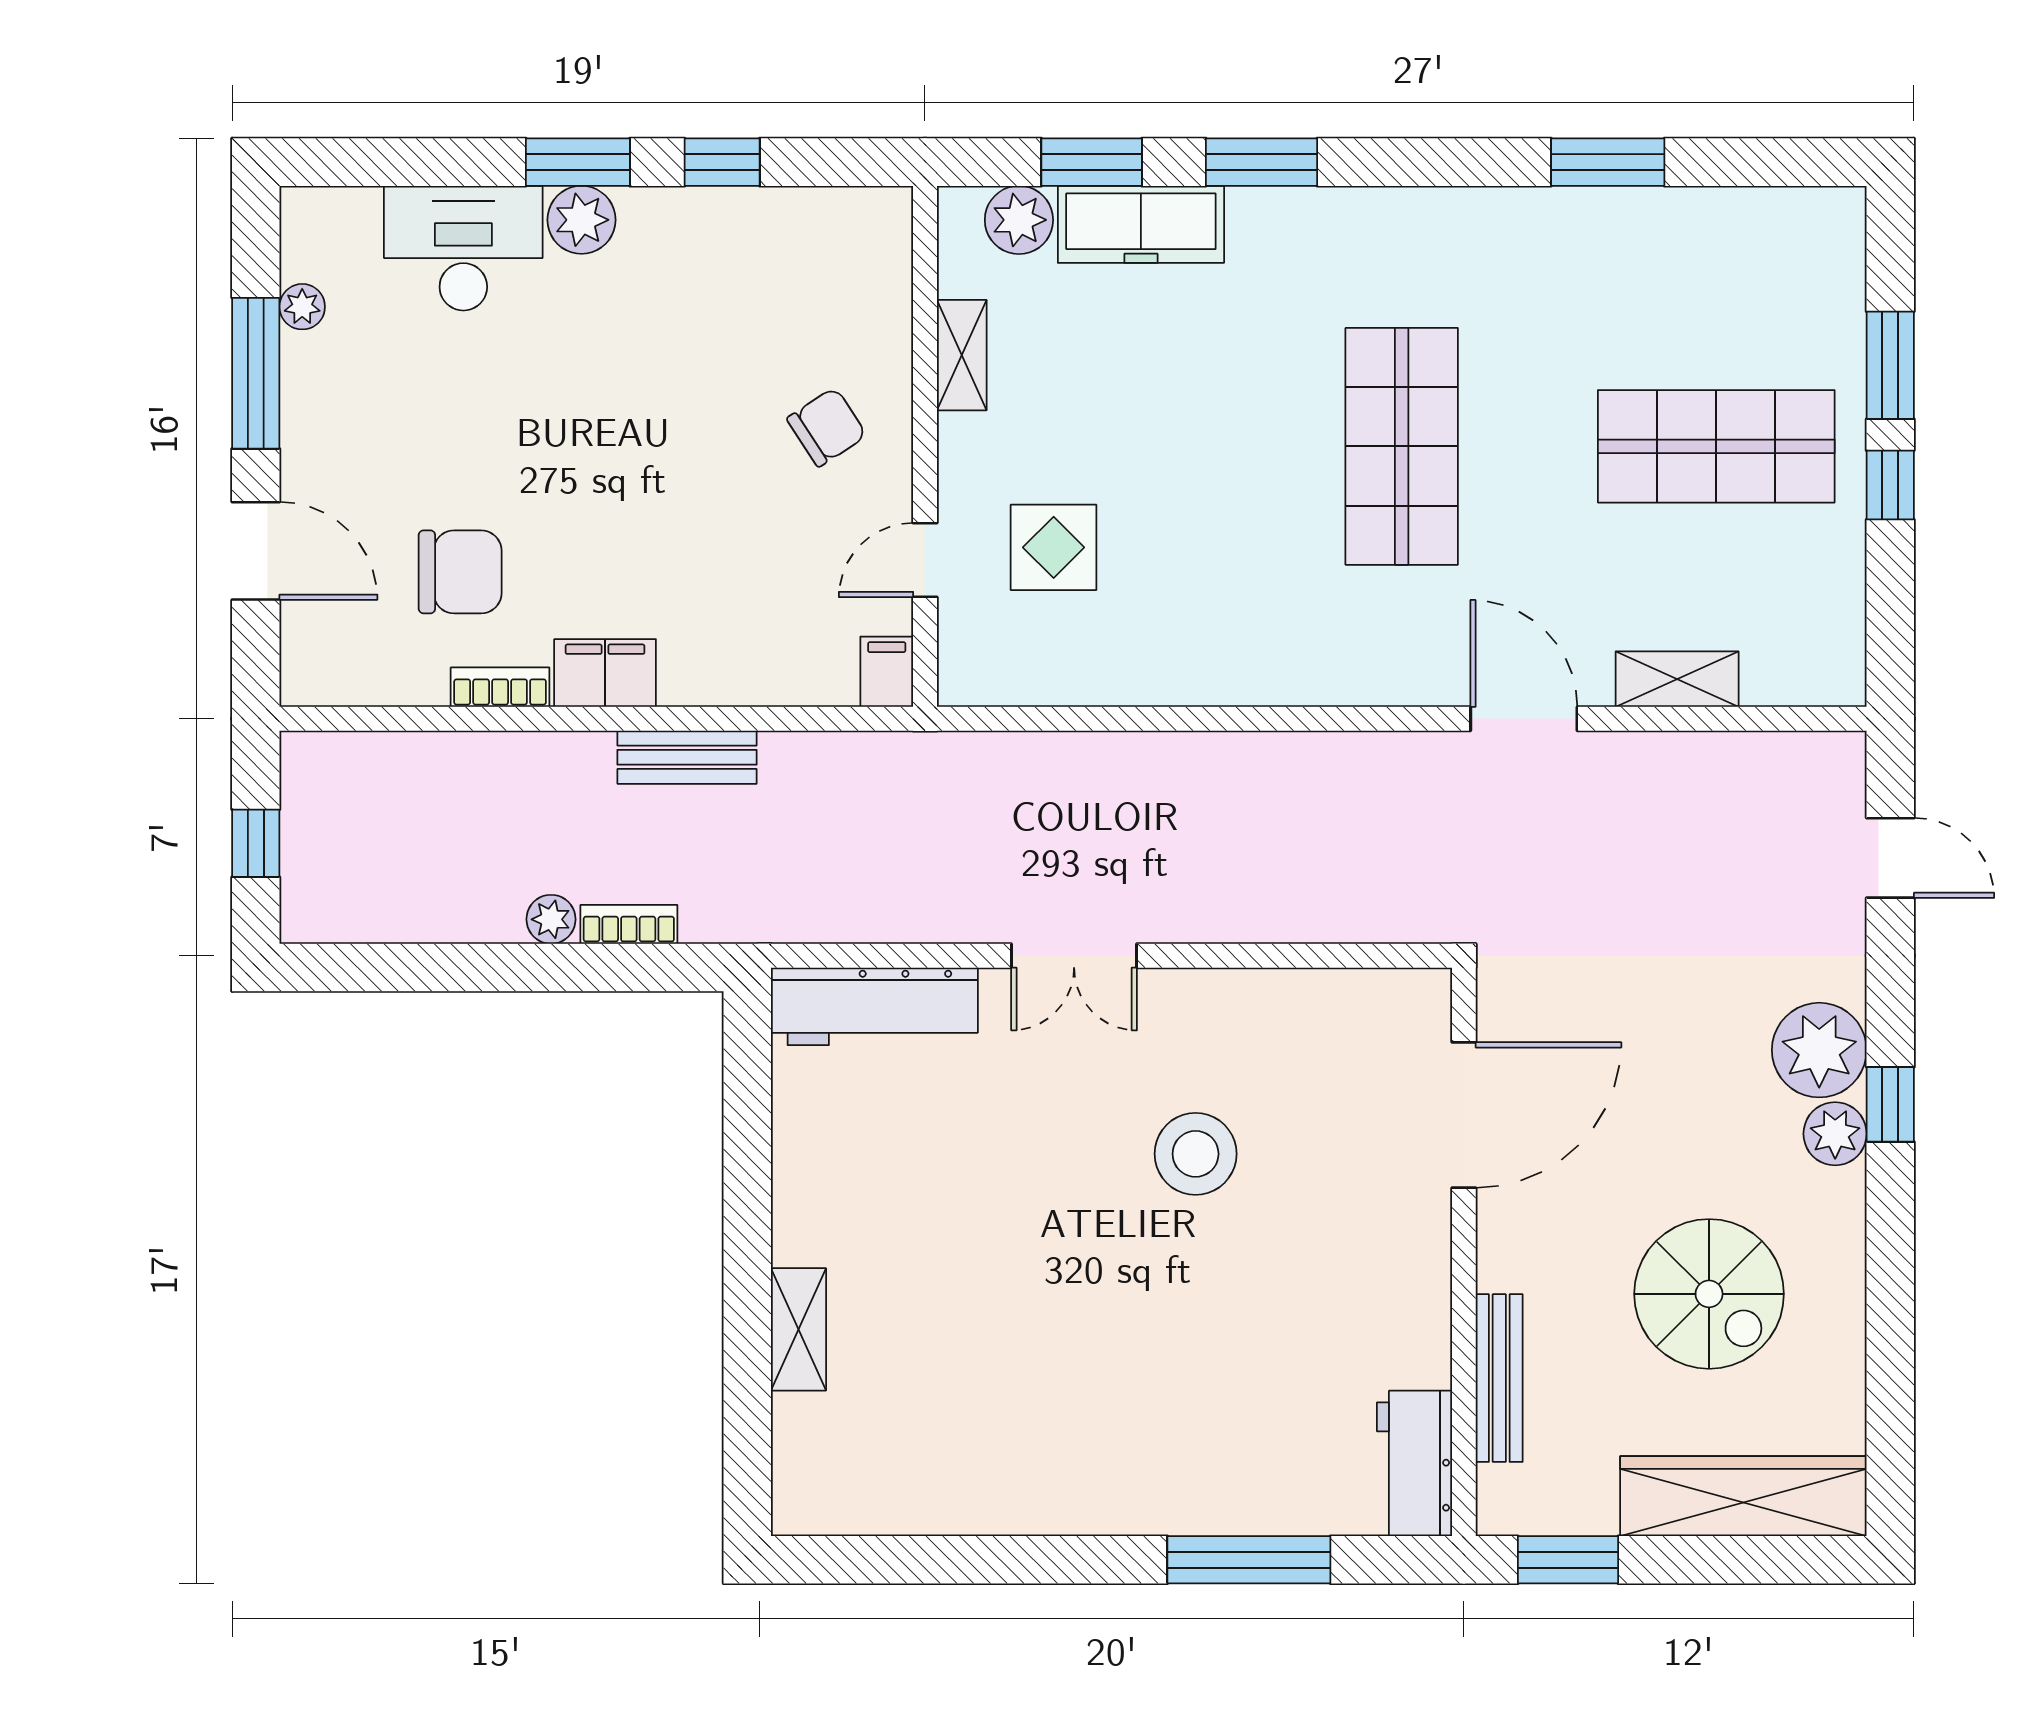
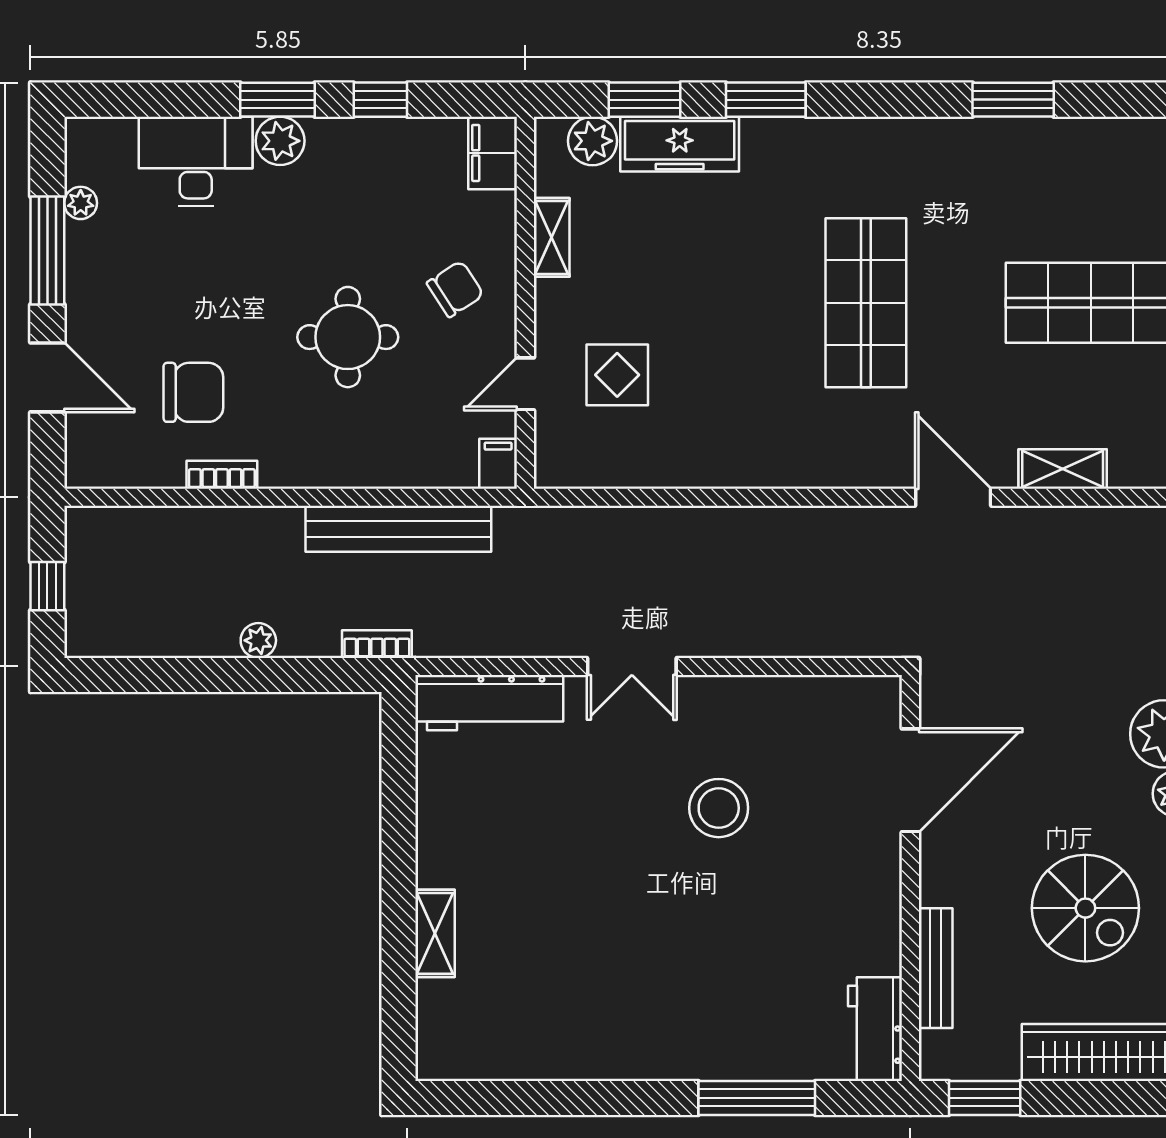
round table: (676, 494) -> (348, 337), added
filing cabinet: (605, 673) -> (493, 153), moved, turned -90
bench: (687, 757) -> (398, 529), width x1.86, depth x1.21
bookcase: (629, 924) -> (377, 644), moved

